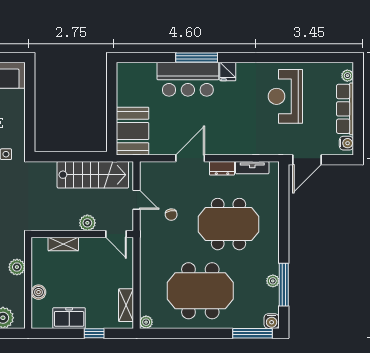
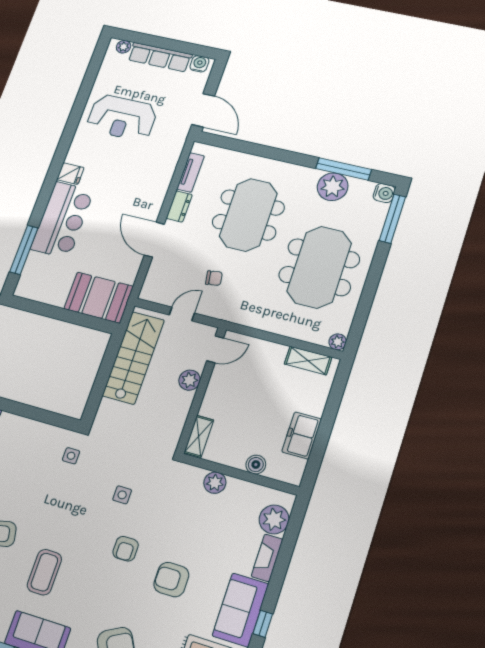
window: (197, 57) -> (24, 250), moved
shelving: (63, 244) -> (199, 436), moved
plant: (273, 281) -> (333, 187), width x1.88, depth x1.88
window: (94, 333) -> (331, 410), removed

